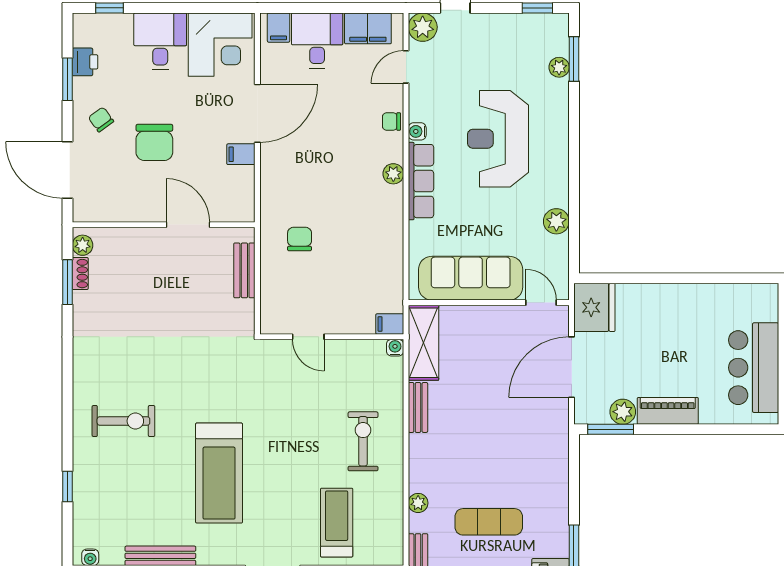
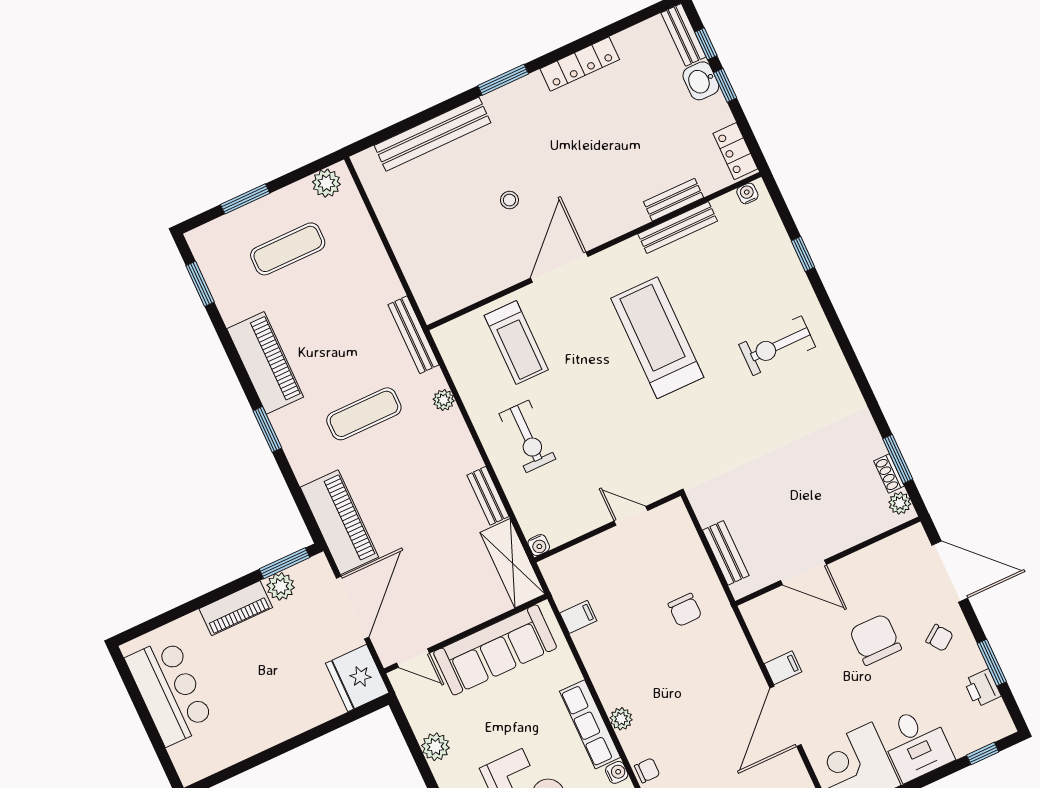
filing cabinet: (390, 324) -> (578, 617), moved
piano: (550, 442) -> (339, 522), added

